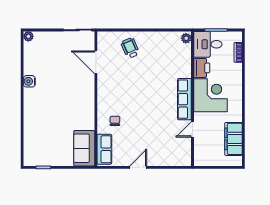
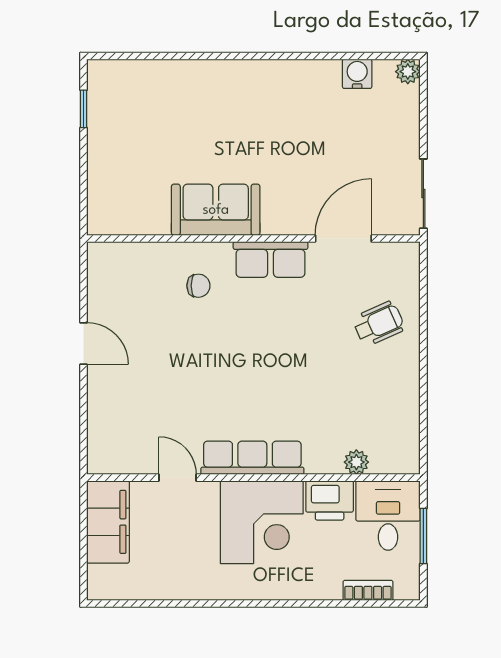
plant: (186, 38) -> (356, 462), moved
water cooler: (29, 81) -> (357, 74), moved
filing cabinet: (233, 139) -> (108, 522), moved, turned 90
sofa: (84, 148) -> (216, 210), moved
row of seats: (104, 149) -> (271, 259), moved

